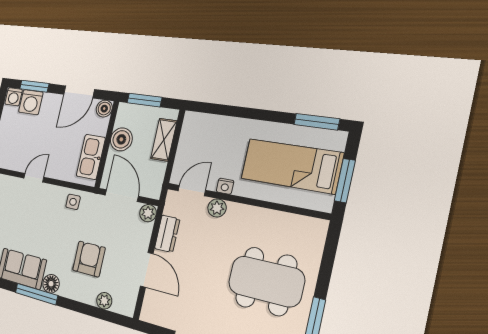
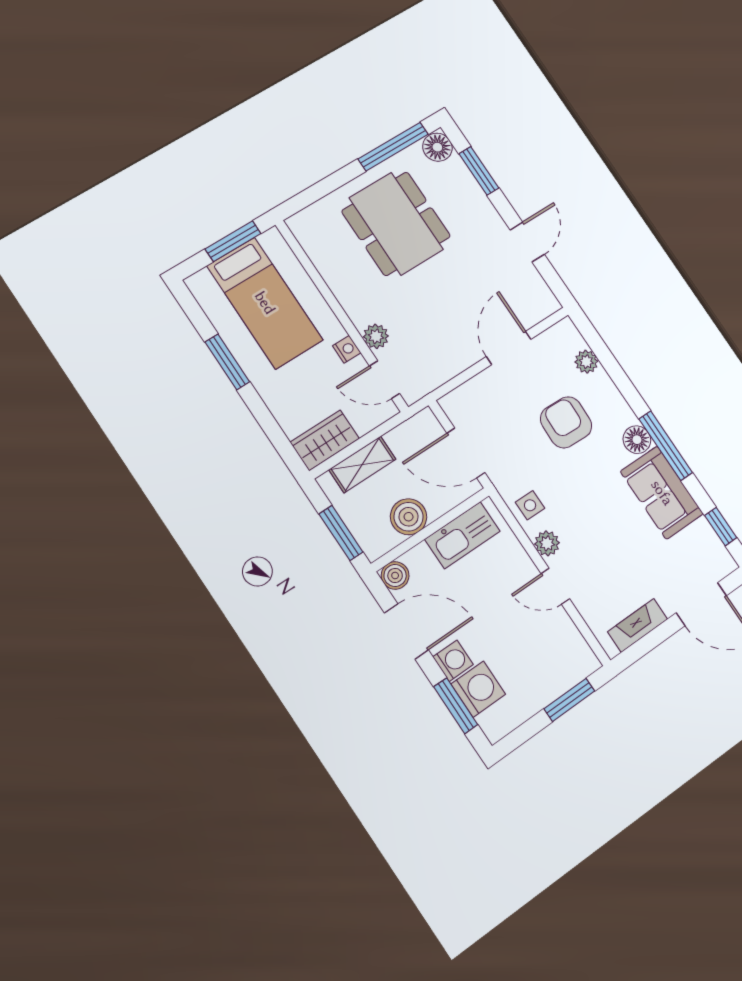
washing machine: (14, 97) -> (453, 661), moved
window: (317, 122) -> (227, 362), moved
wardrobe: (192, 132) -> (325, 440), added
door: (122, 196) -> (466, 453), hinge flipped
plant: (148, 213) -> (547, 543), moved
dresser: (167, 234) -> (452, 362), removed
armchair: (89, 259) -> (566, 422), turned 92

